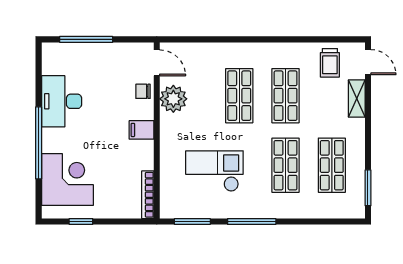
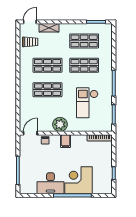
plant: (173, 99) -> (60, 124), moved
corner desk: (67, 180) -> (78, 180), moved

